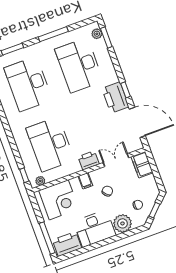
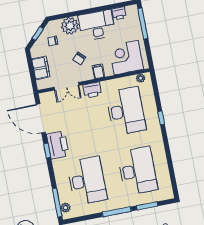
window: (53, 34) -> (117, 212), moved
window: (106, 38) -> (57, 203), width x1.44
filing cabinet: (142, 165) -> (41, 68), moved
window: (24, 175) -> (161, 118), moved
printer: (67, 244) -> (119, 13), width x0.53, depth x0.68

